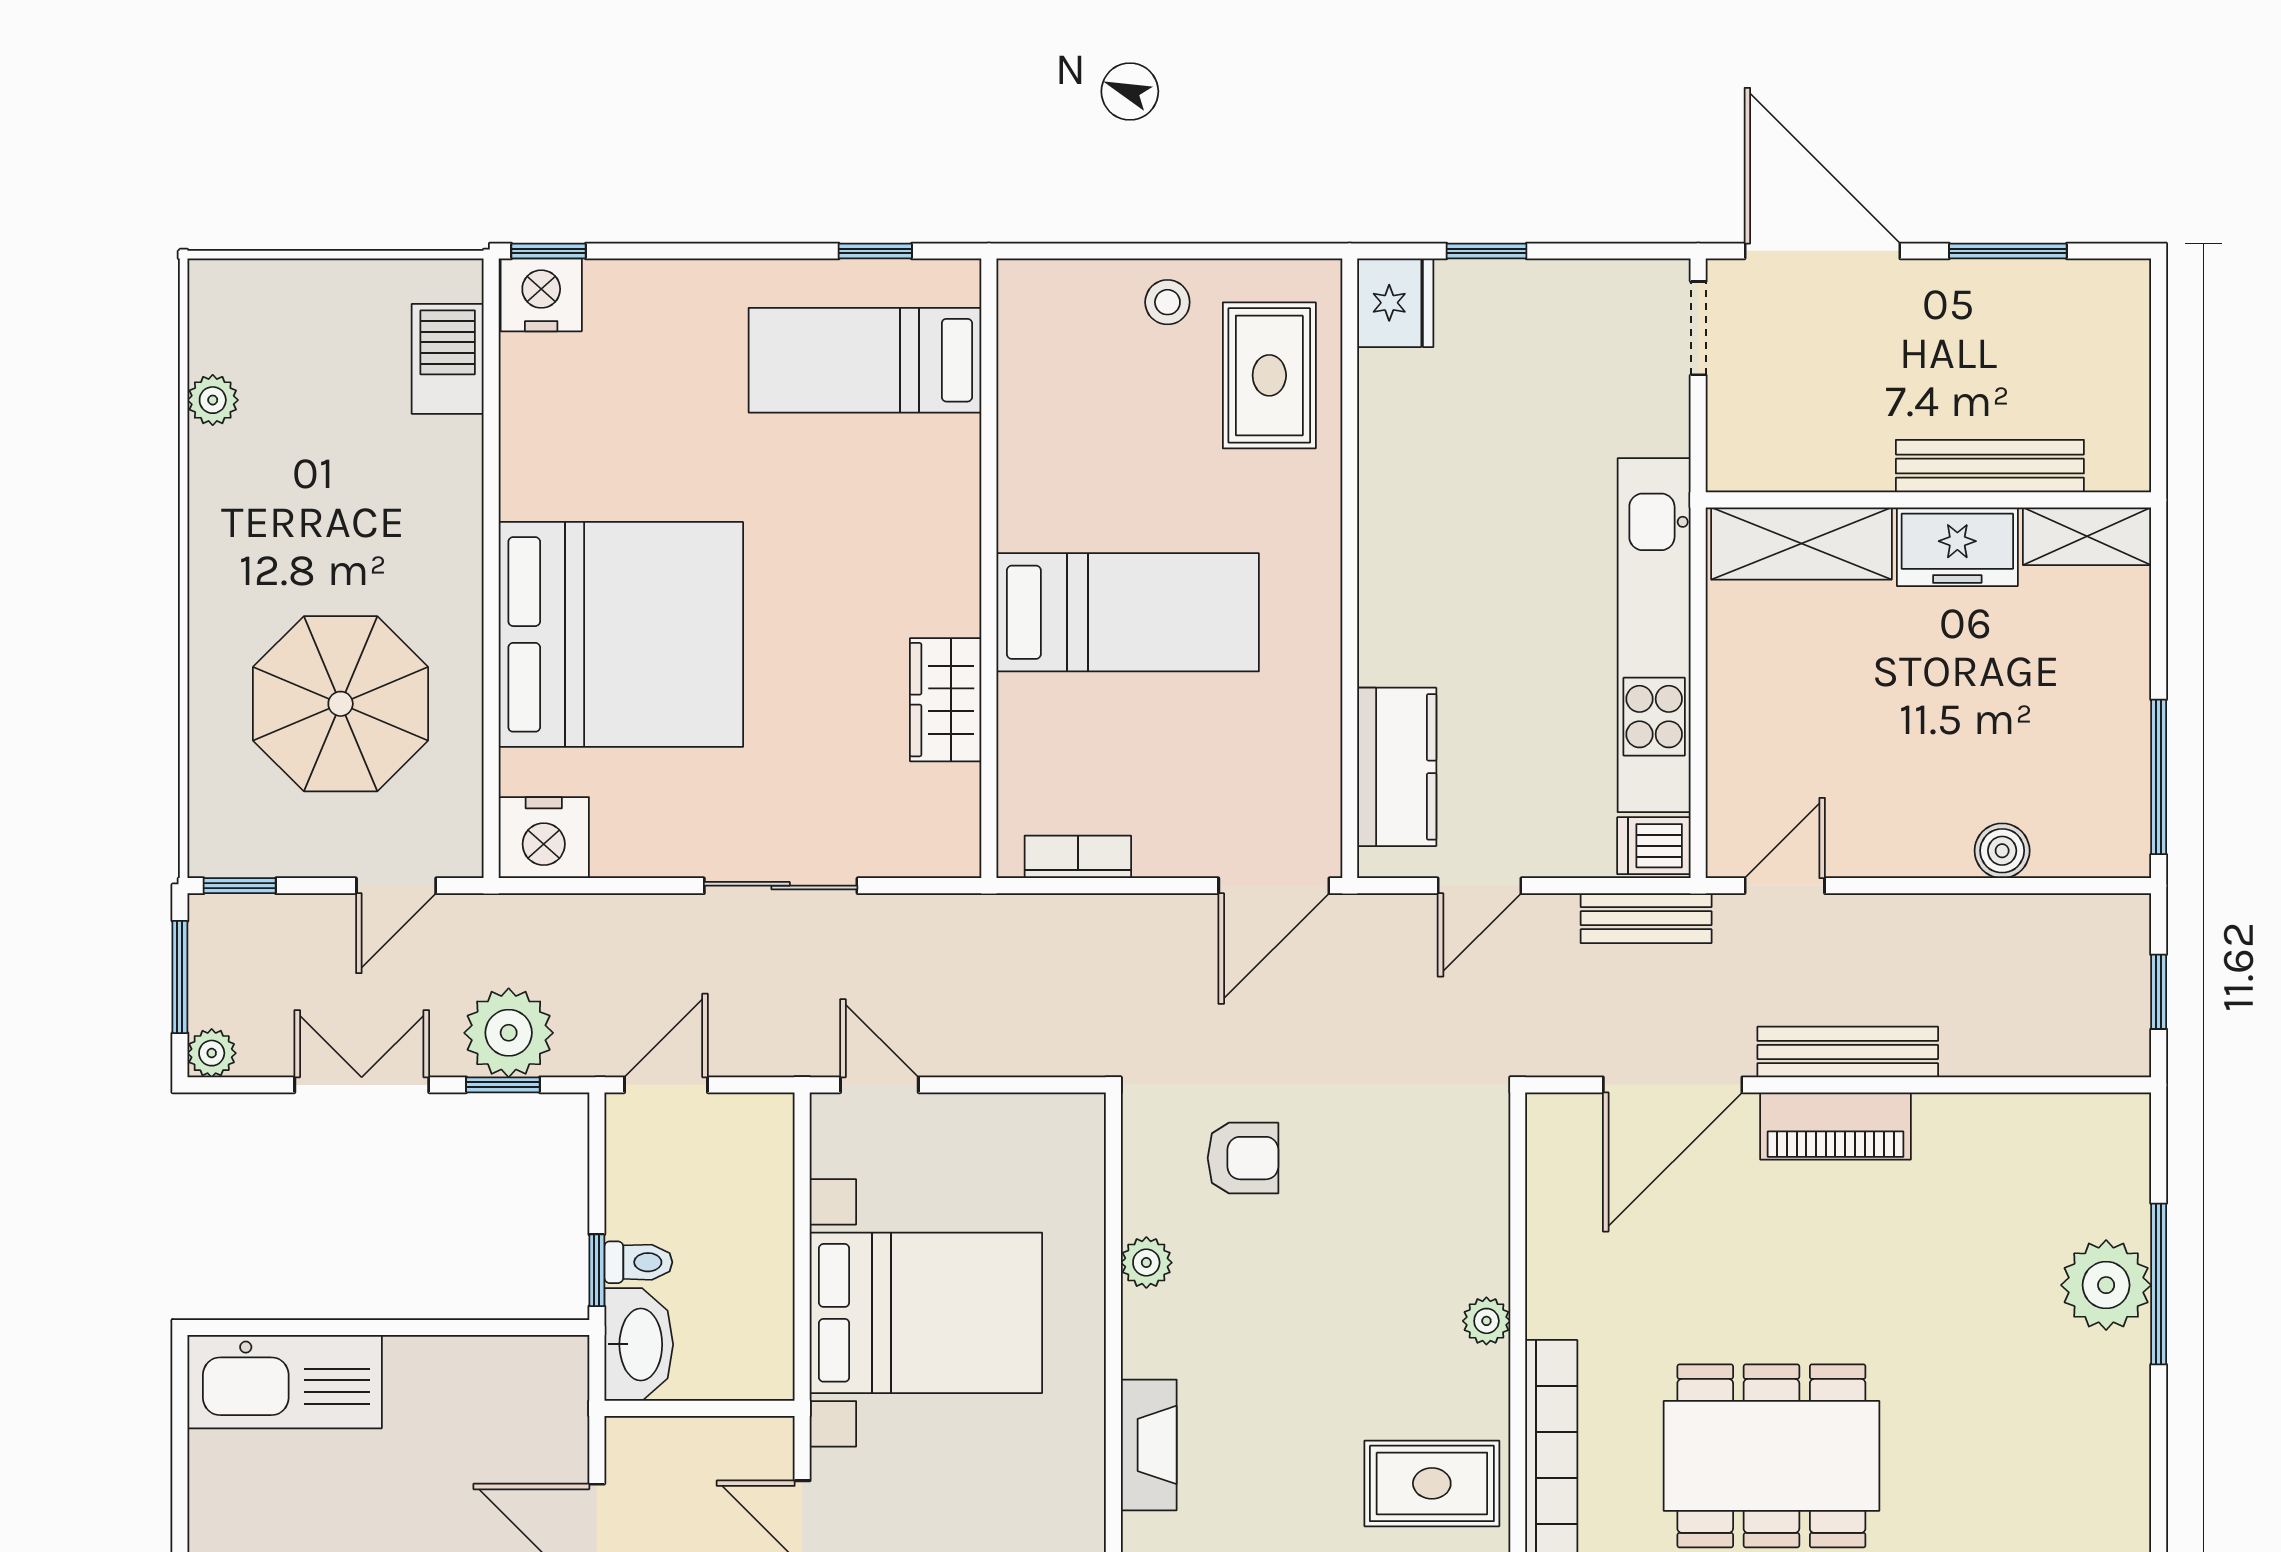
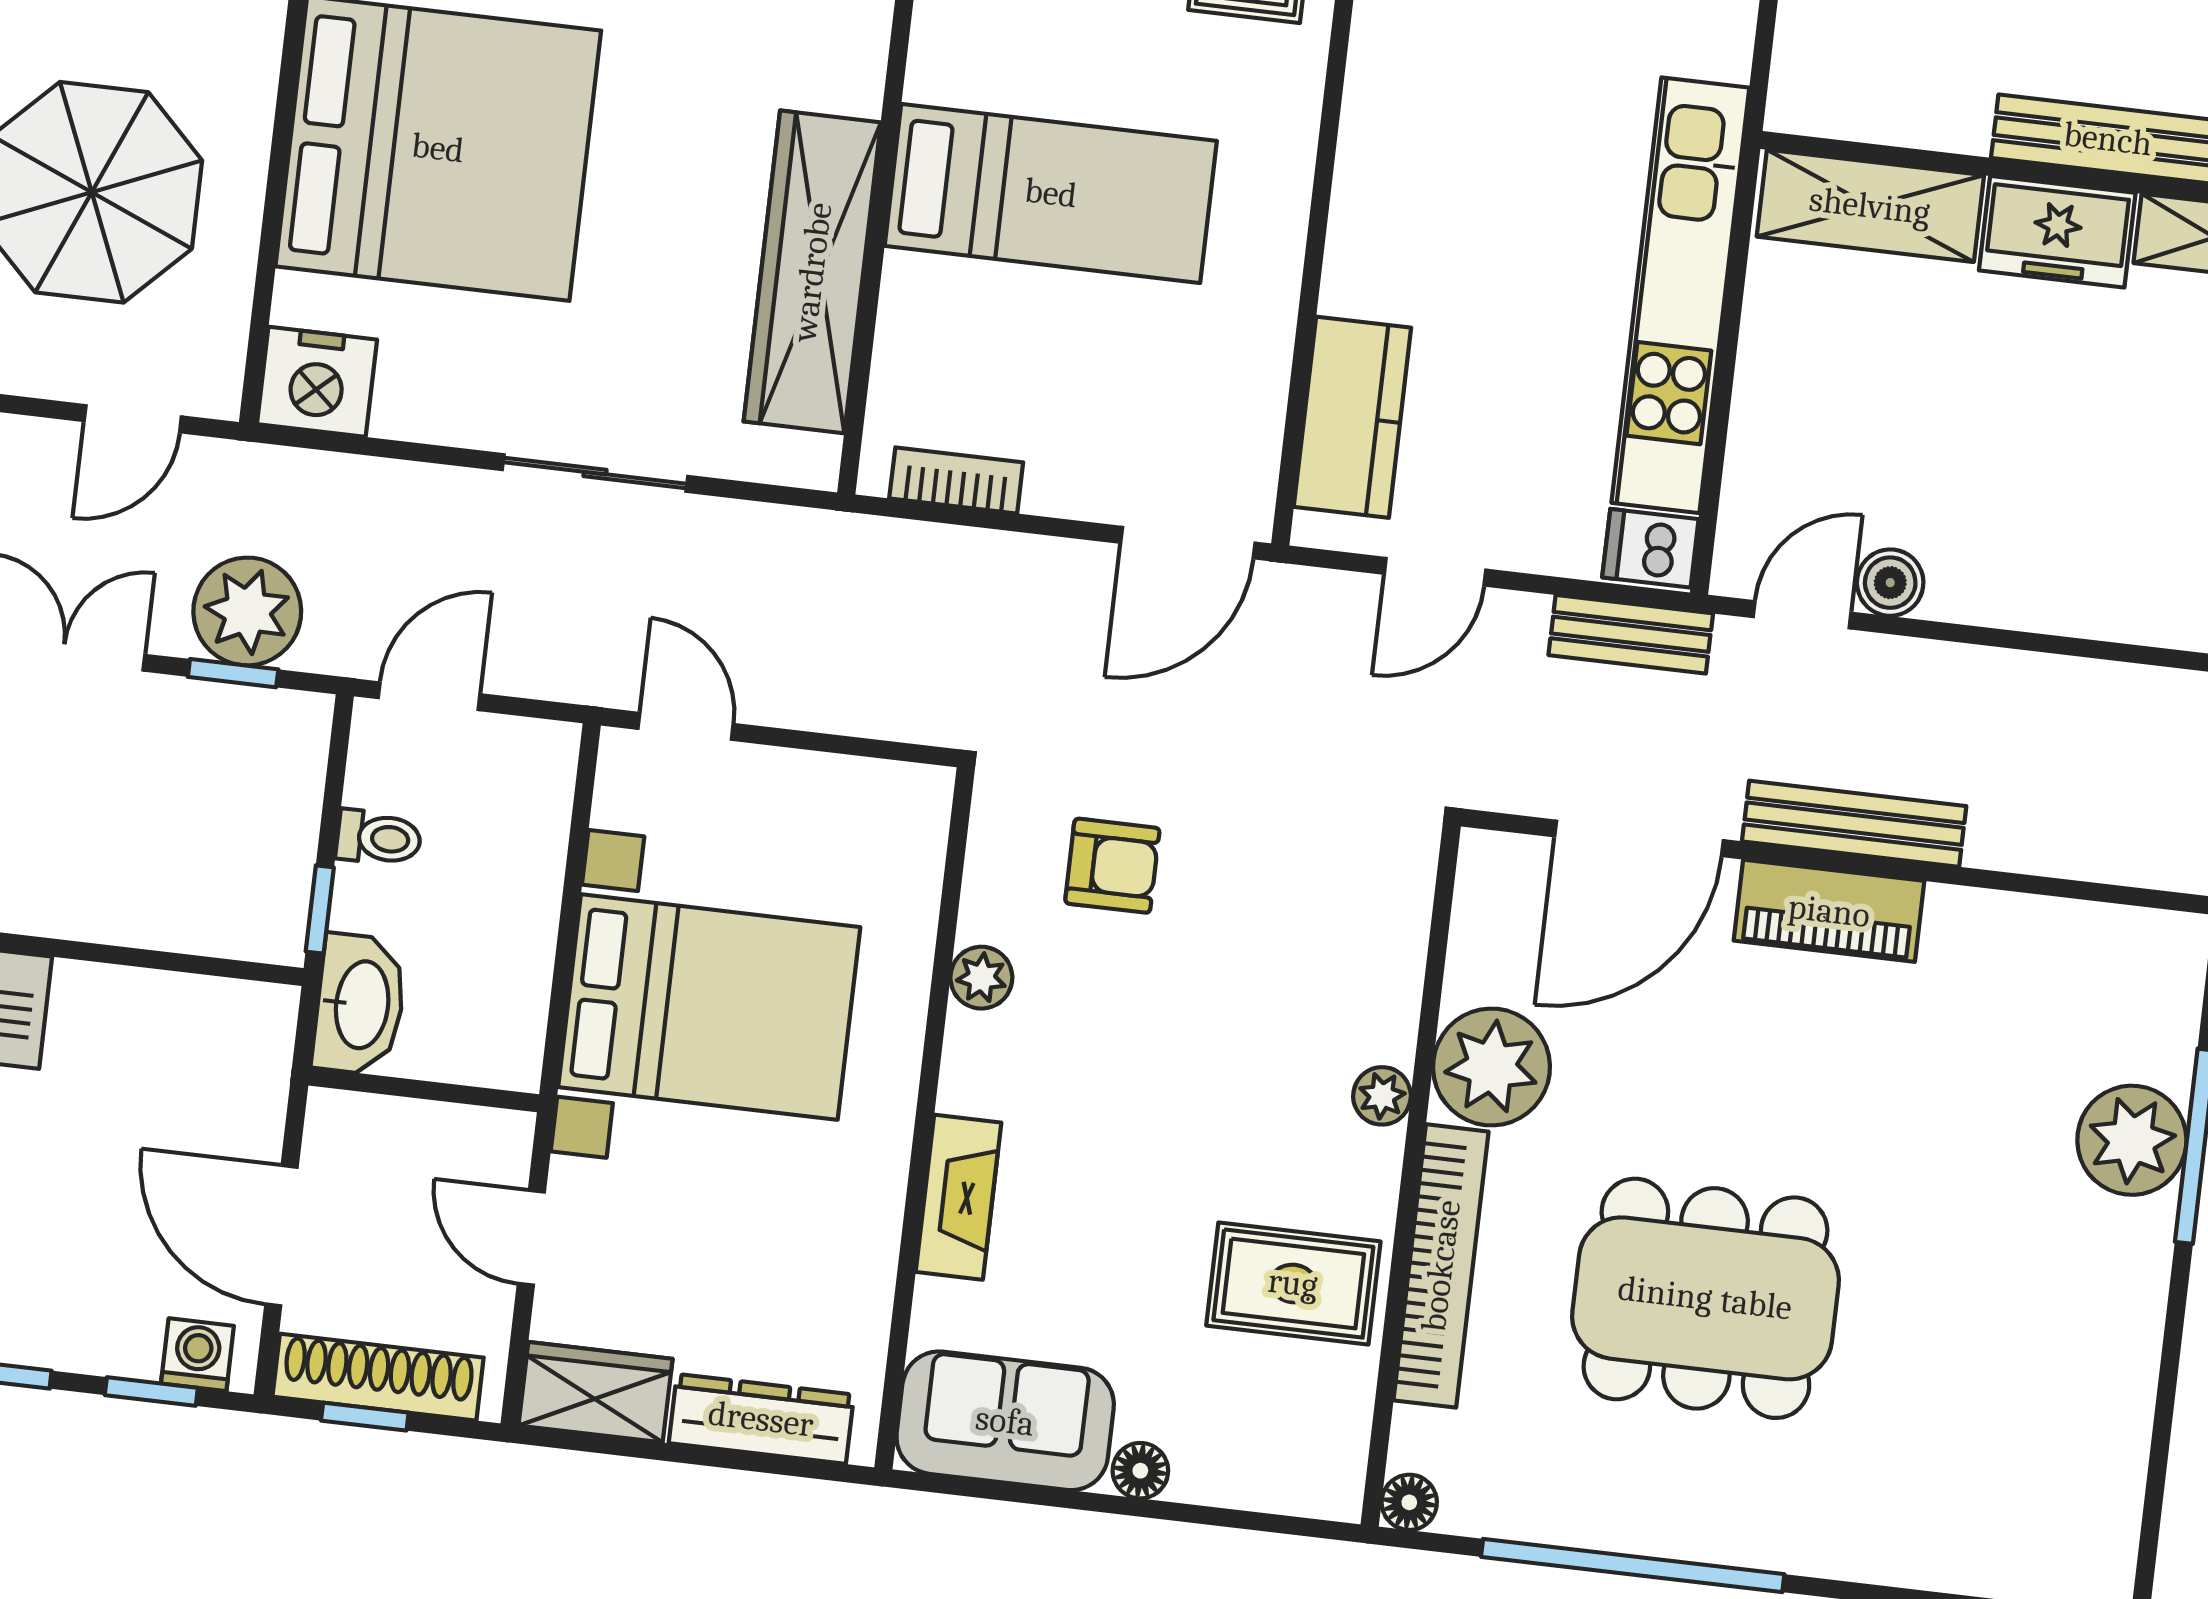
wardrobe: (946, 700) -> (812, 272), width x2.10, depth x1.17
boiler: (2002, 851) -> (1890, 583), moved
toilet: (638, 1262) -> (379, 838), moved
plant: (1574, 1287) -> (1491, 1067), added

